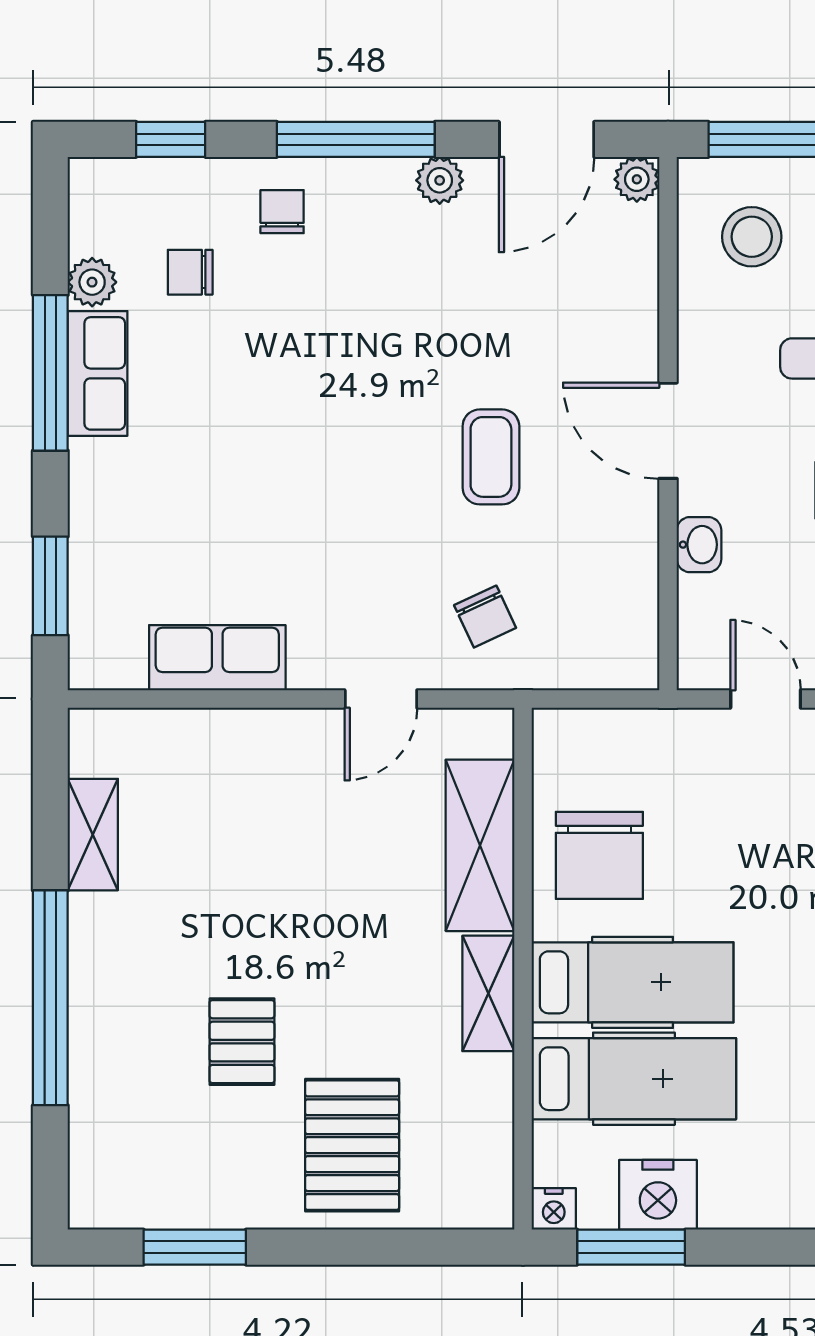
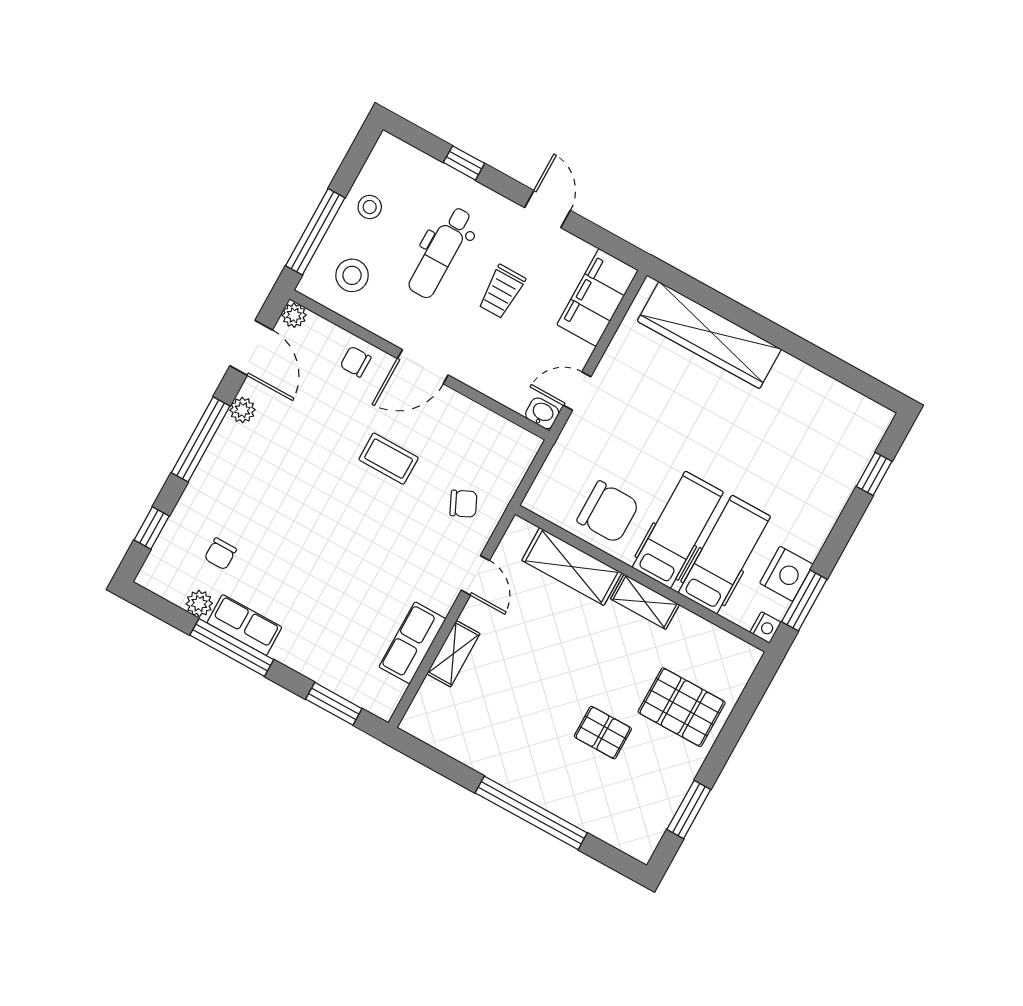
chair: (282, 212) -> (356, 362), moved
washbasin: (699, 545) -> (542, 413), moved
shelving: (93, 835) -> (453, 654), moved, turned 90

